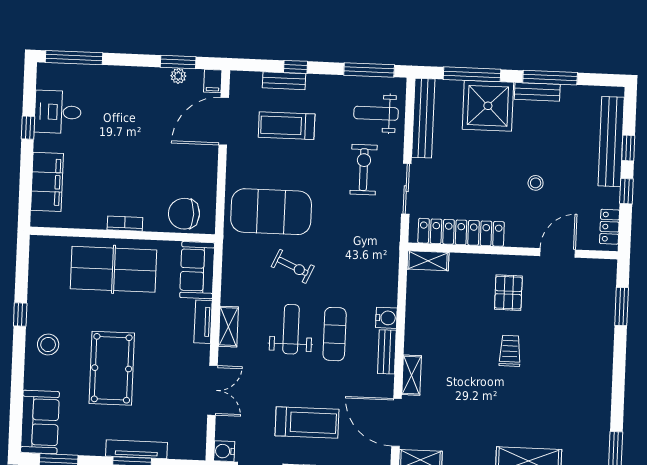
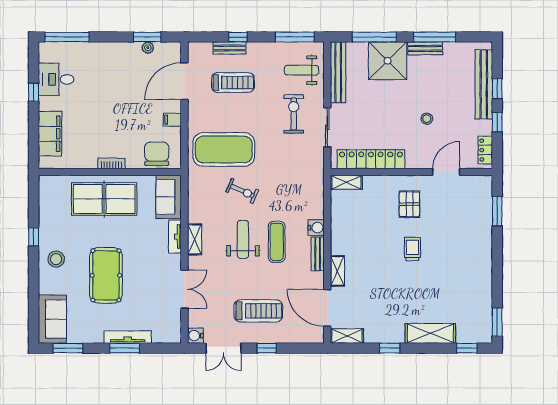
filing cabinet: (213, 81) -> (172, 120), moved, turned 90
treadmill: (287, 126) -> (233, 83), turned 180
chair: (184, 214) -> (157, 154), turned 90

